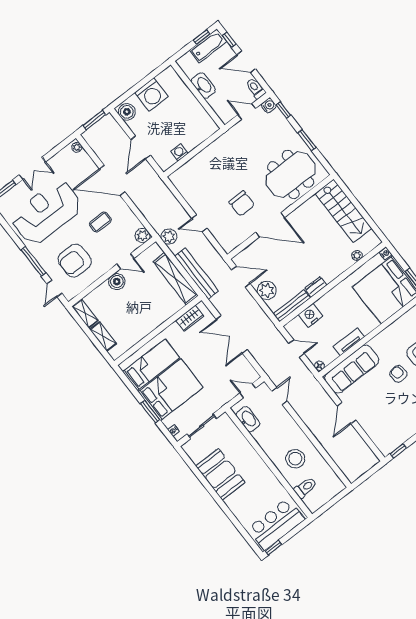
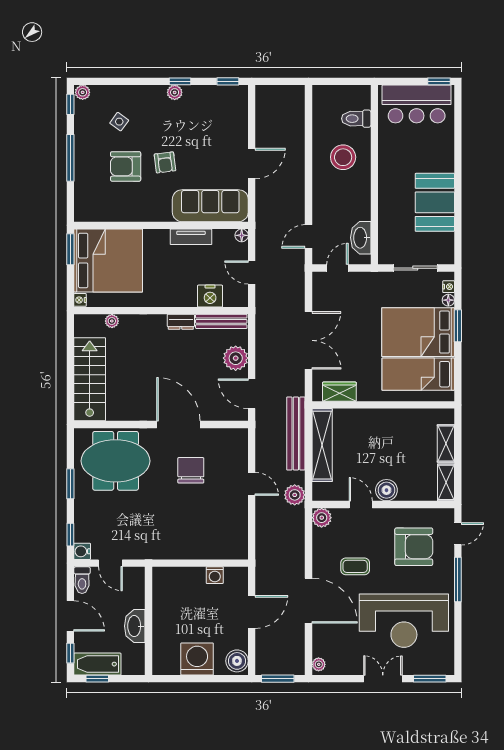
door: (248, 391) -> (337, 268), swing flipped
floor lamp: (167, 422) -> (448, 300), added

